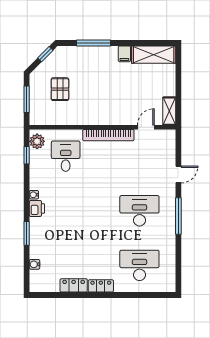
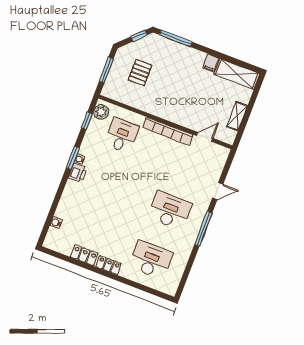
window: (93, 43) -> (176, 38), moved
shelving: (169, 111) -> (237, 116), moved
window: (27, 233) -> (73, 158), moved

